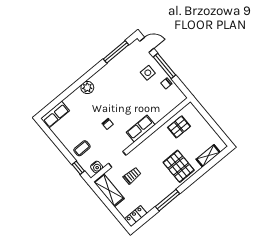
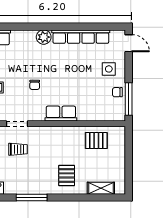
window: (116, 52) -> (96, 27), removed
window: (164, 66) -> (129, 99), moved
row of seats: (112, 67) -> (81, 37), added
pallet: (179, 166) -> (67, 175), width x0.67, depth x0.71

